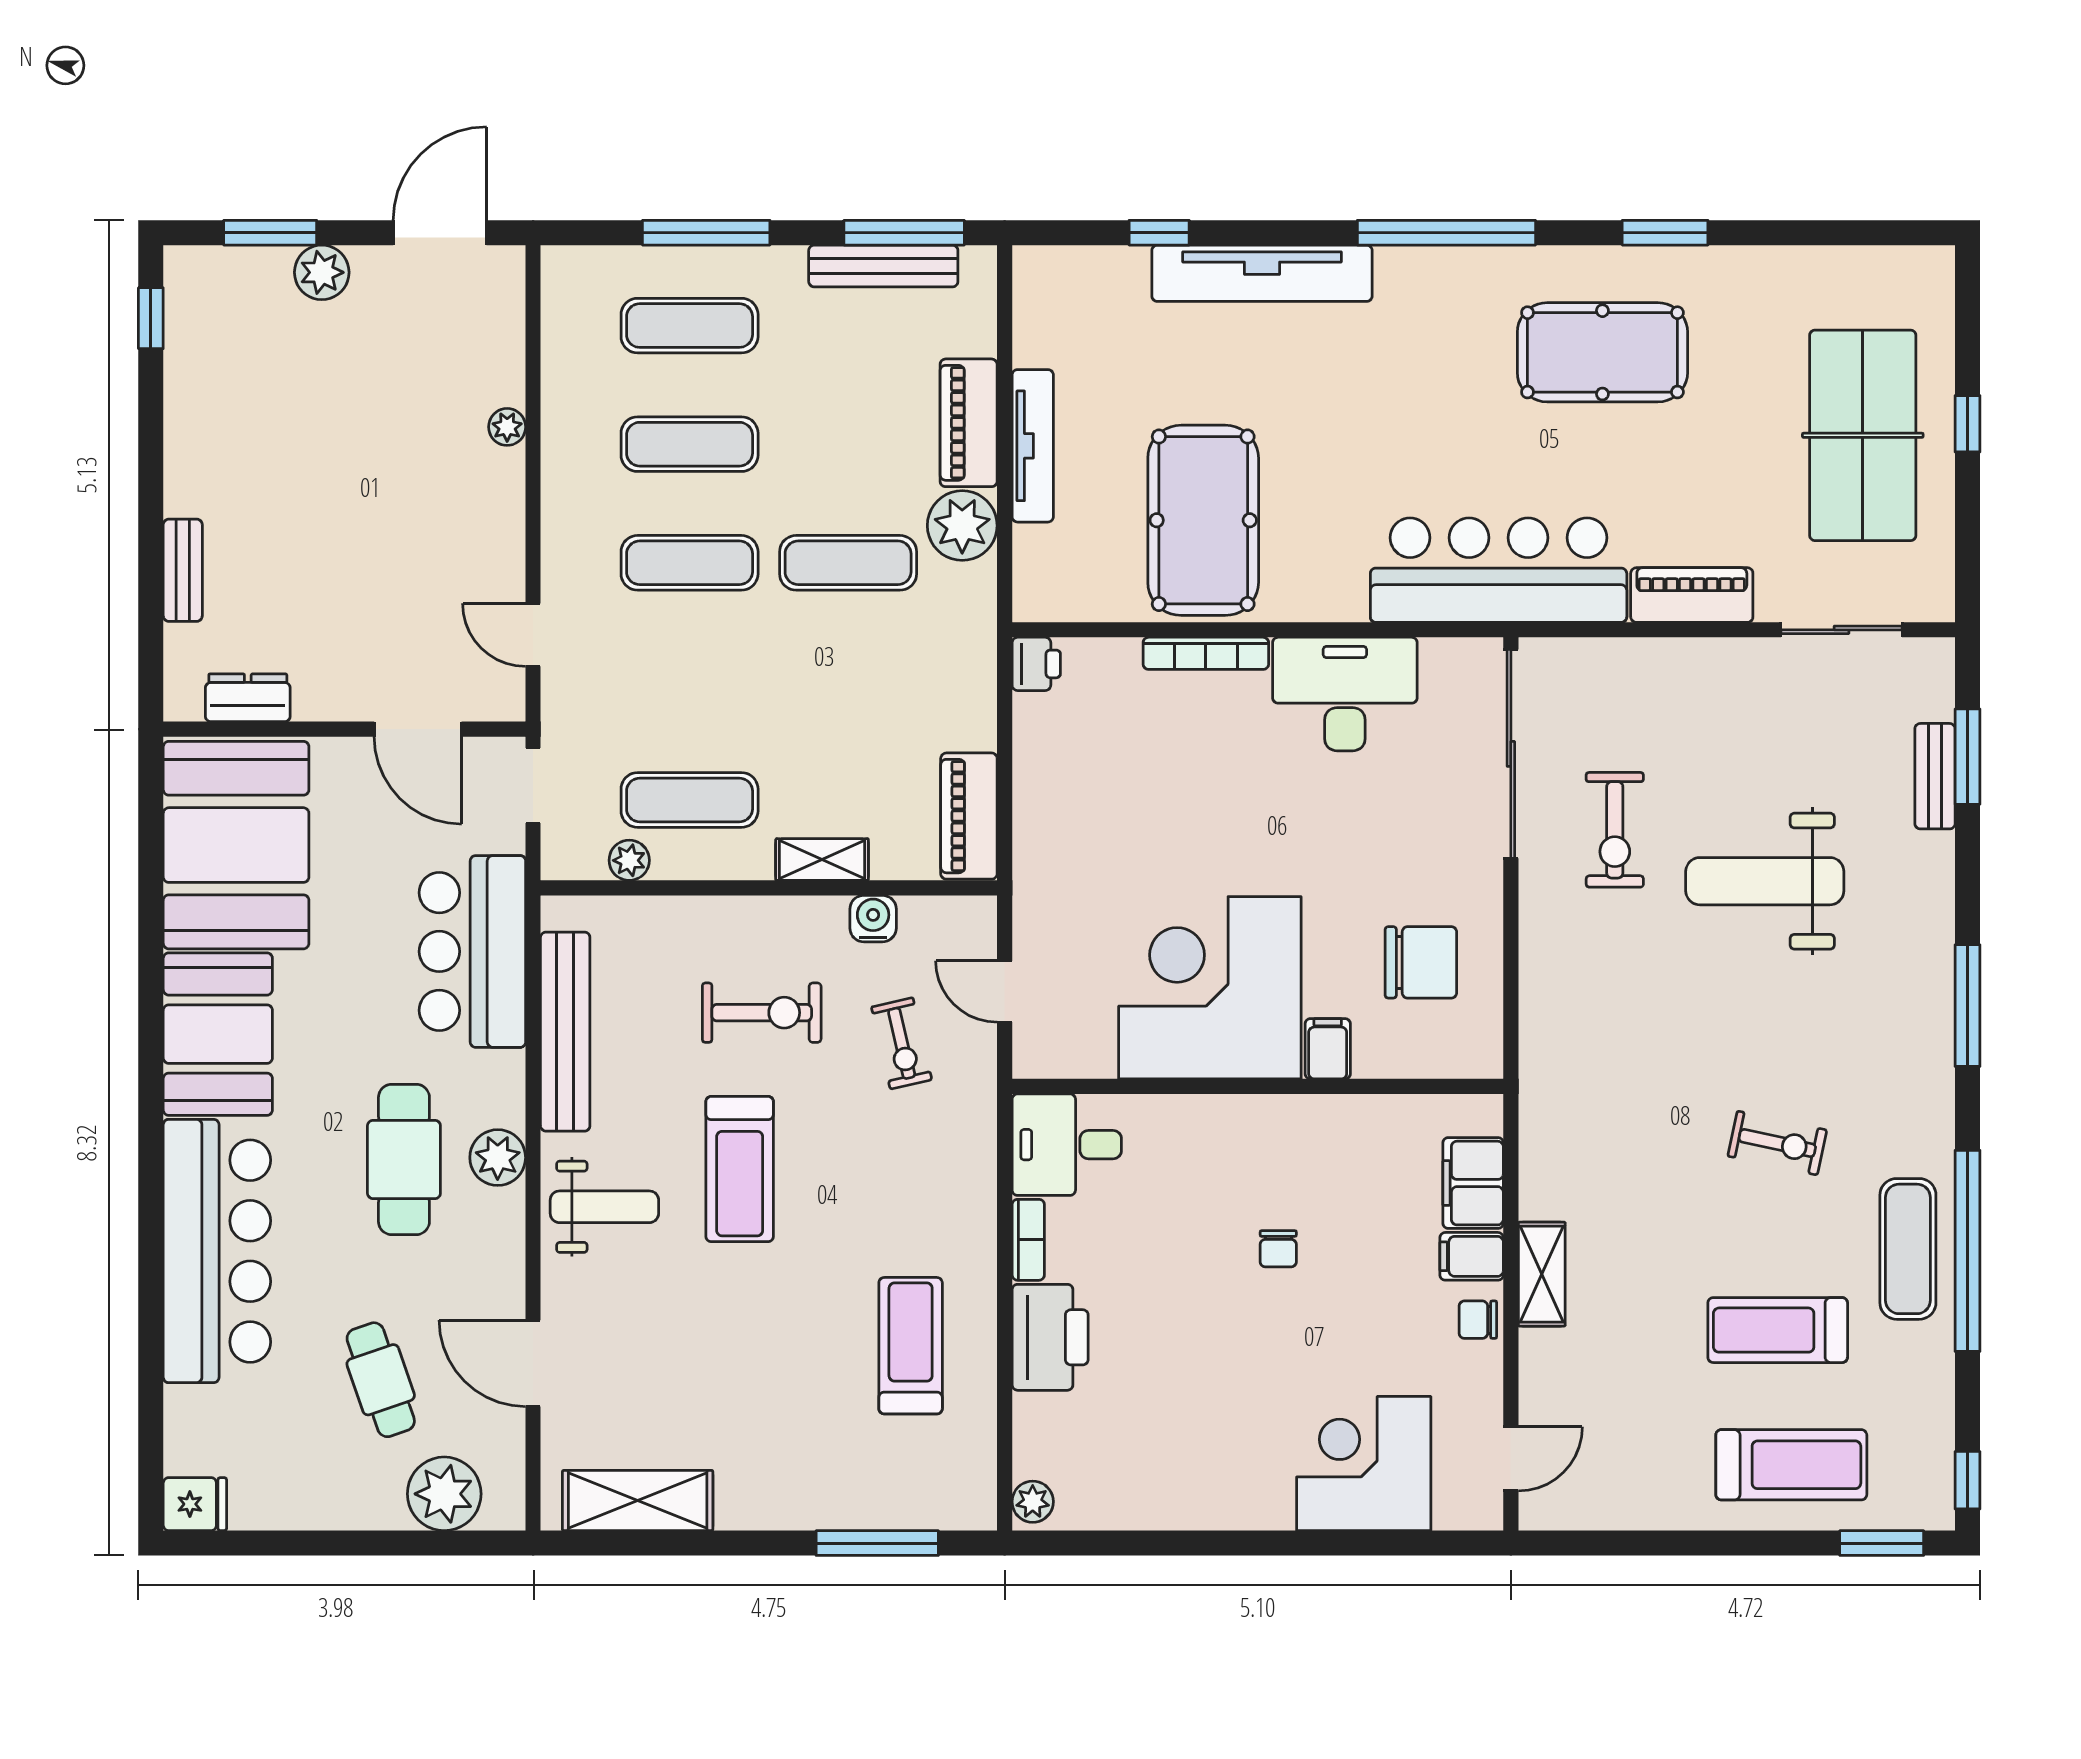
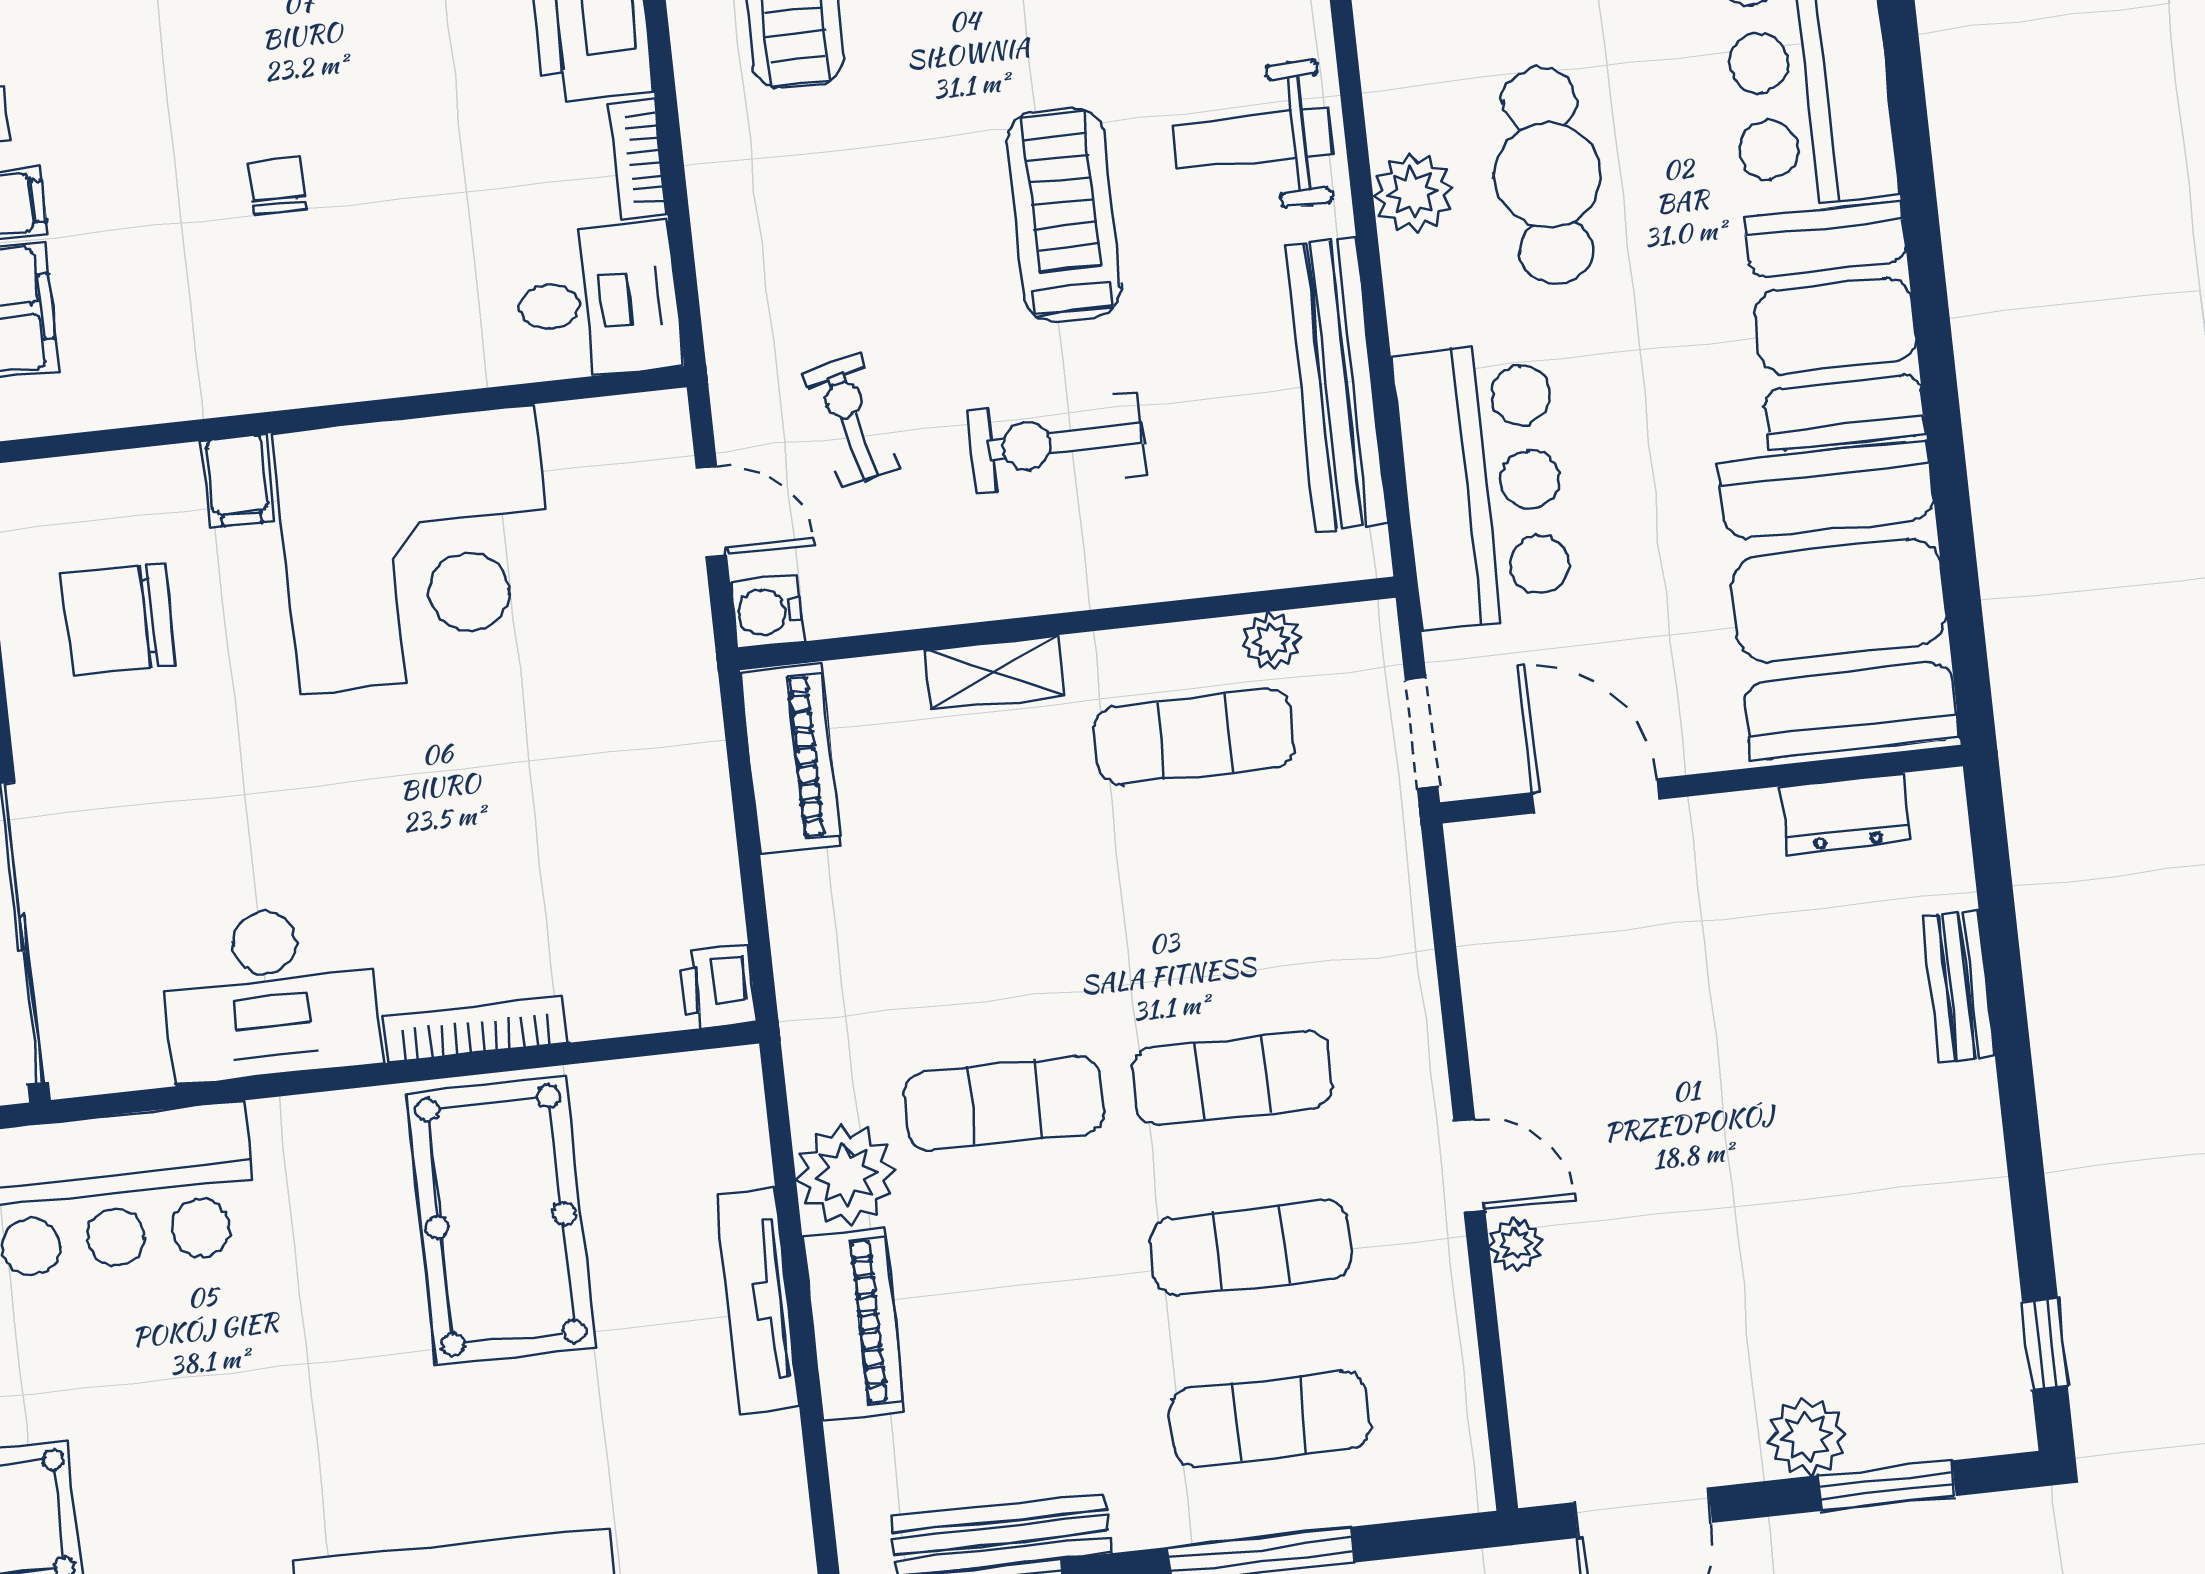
door: (533, 635) -> (1469, 1166), moved
water cooler: (873, 919) -> (767, 612), moved, turned 90

